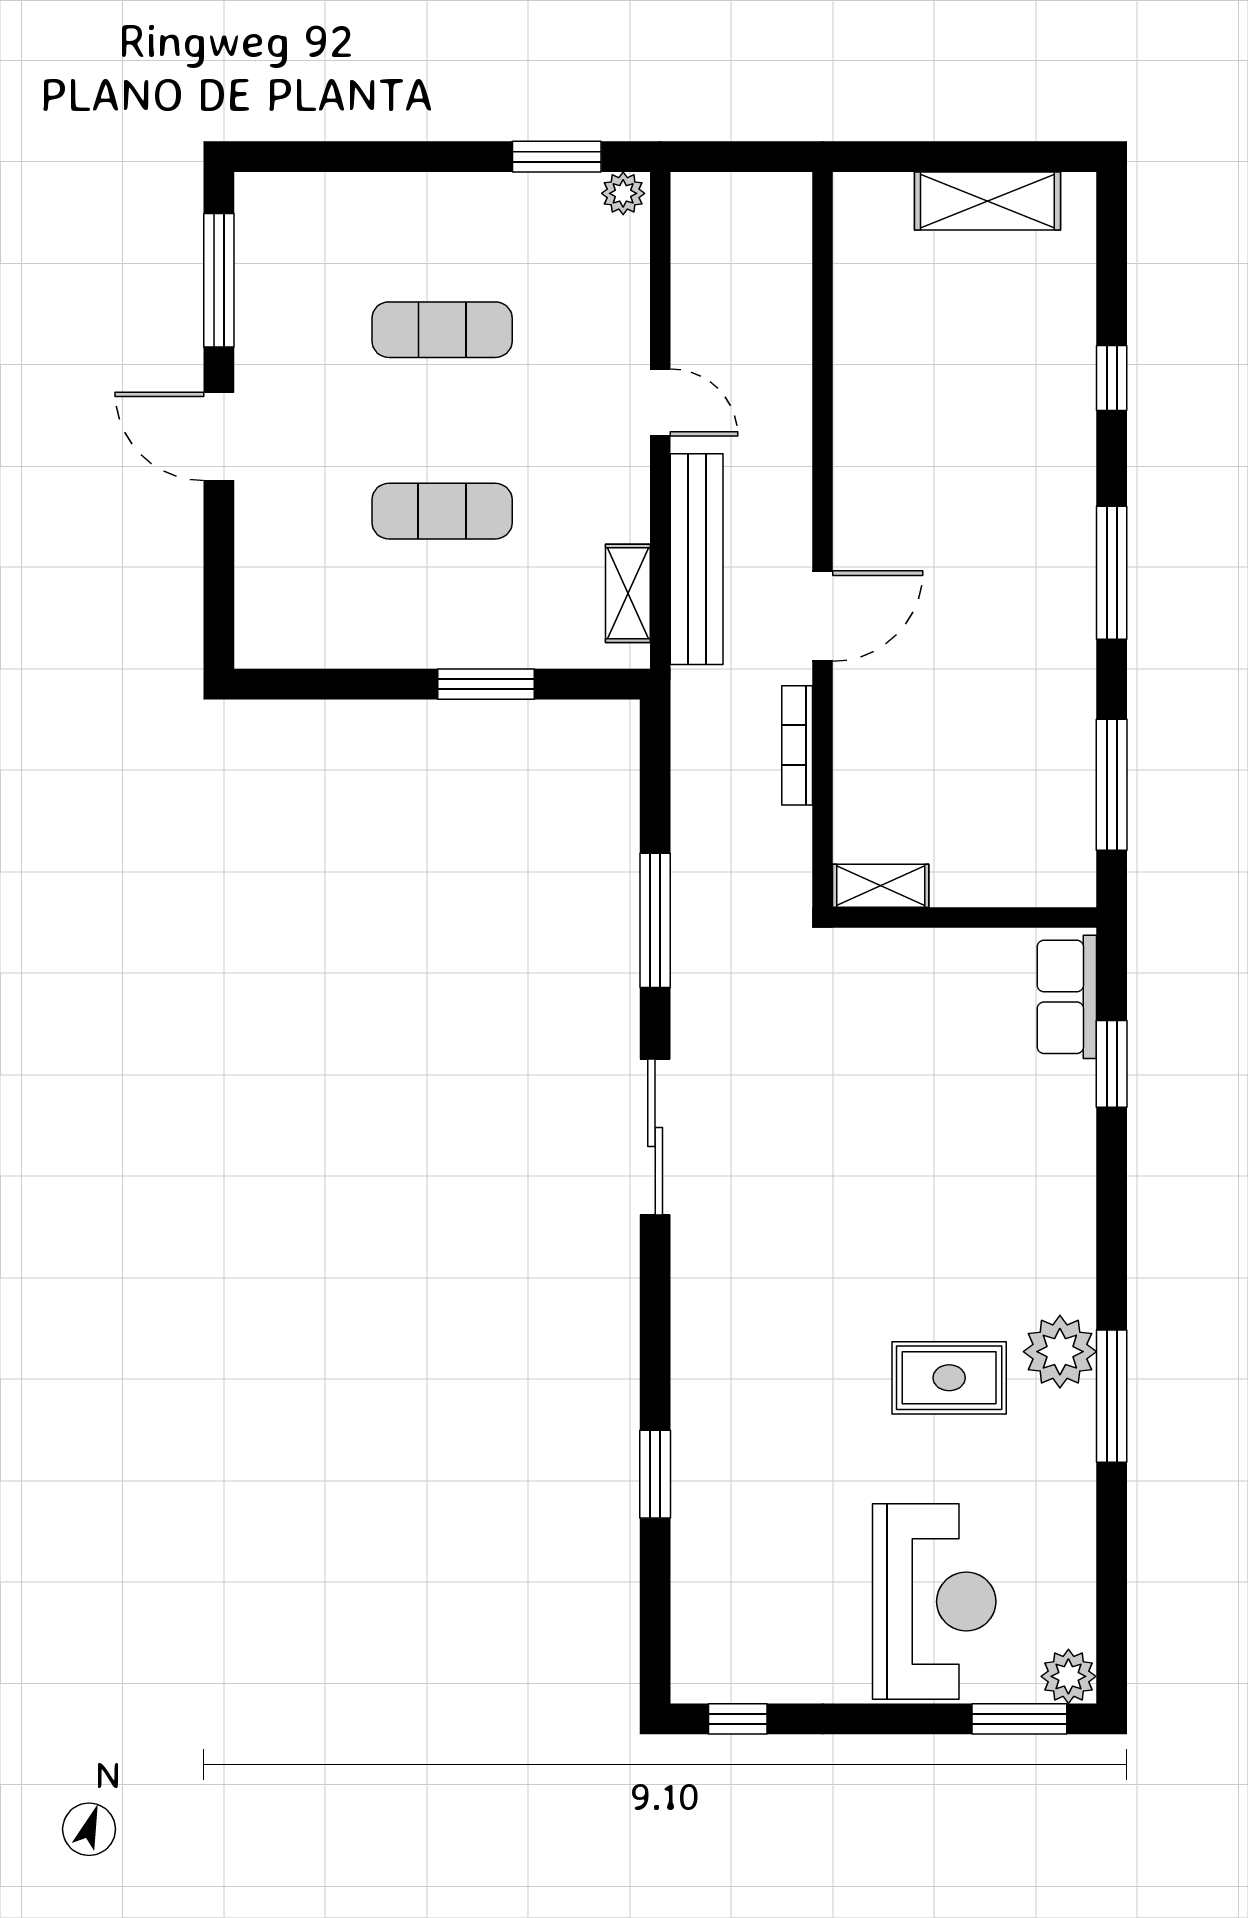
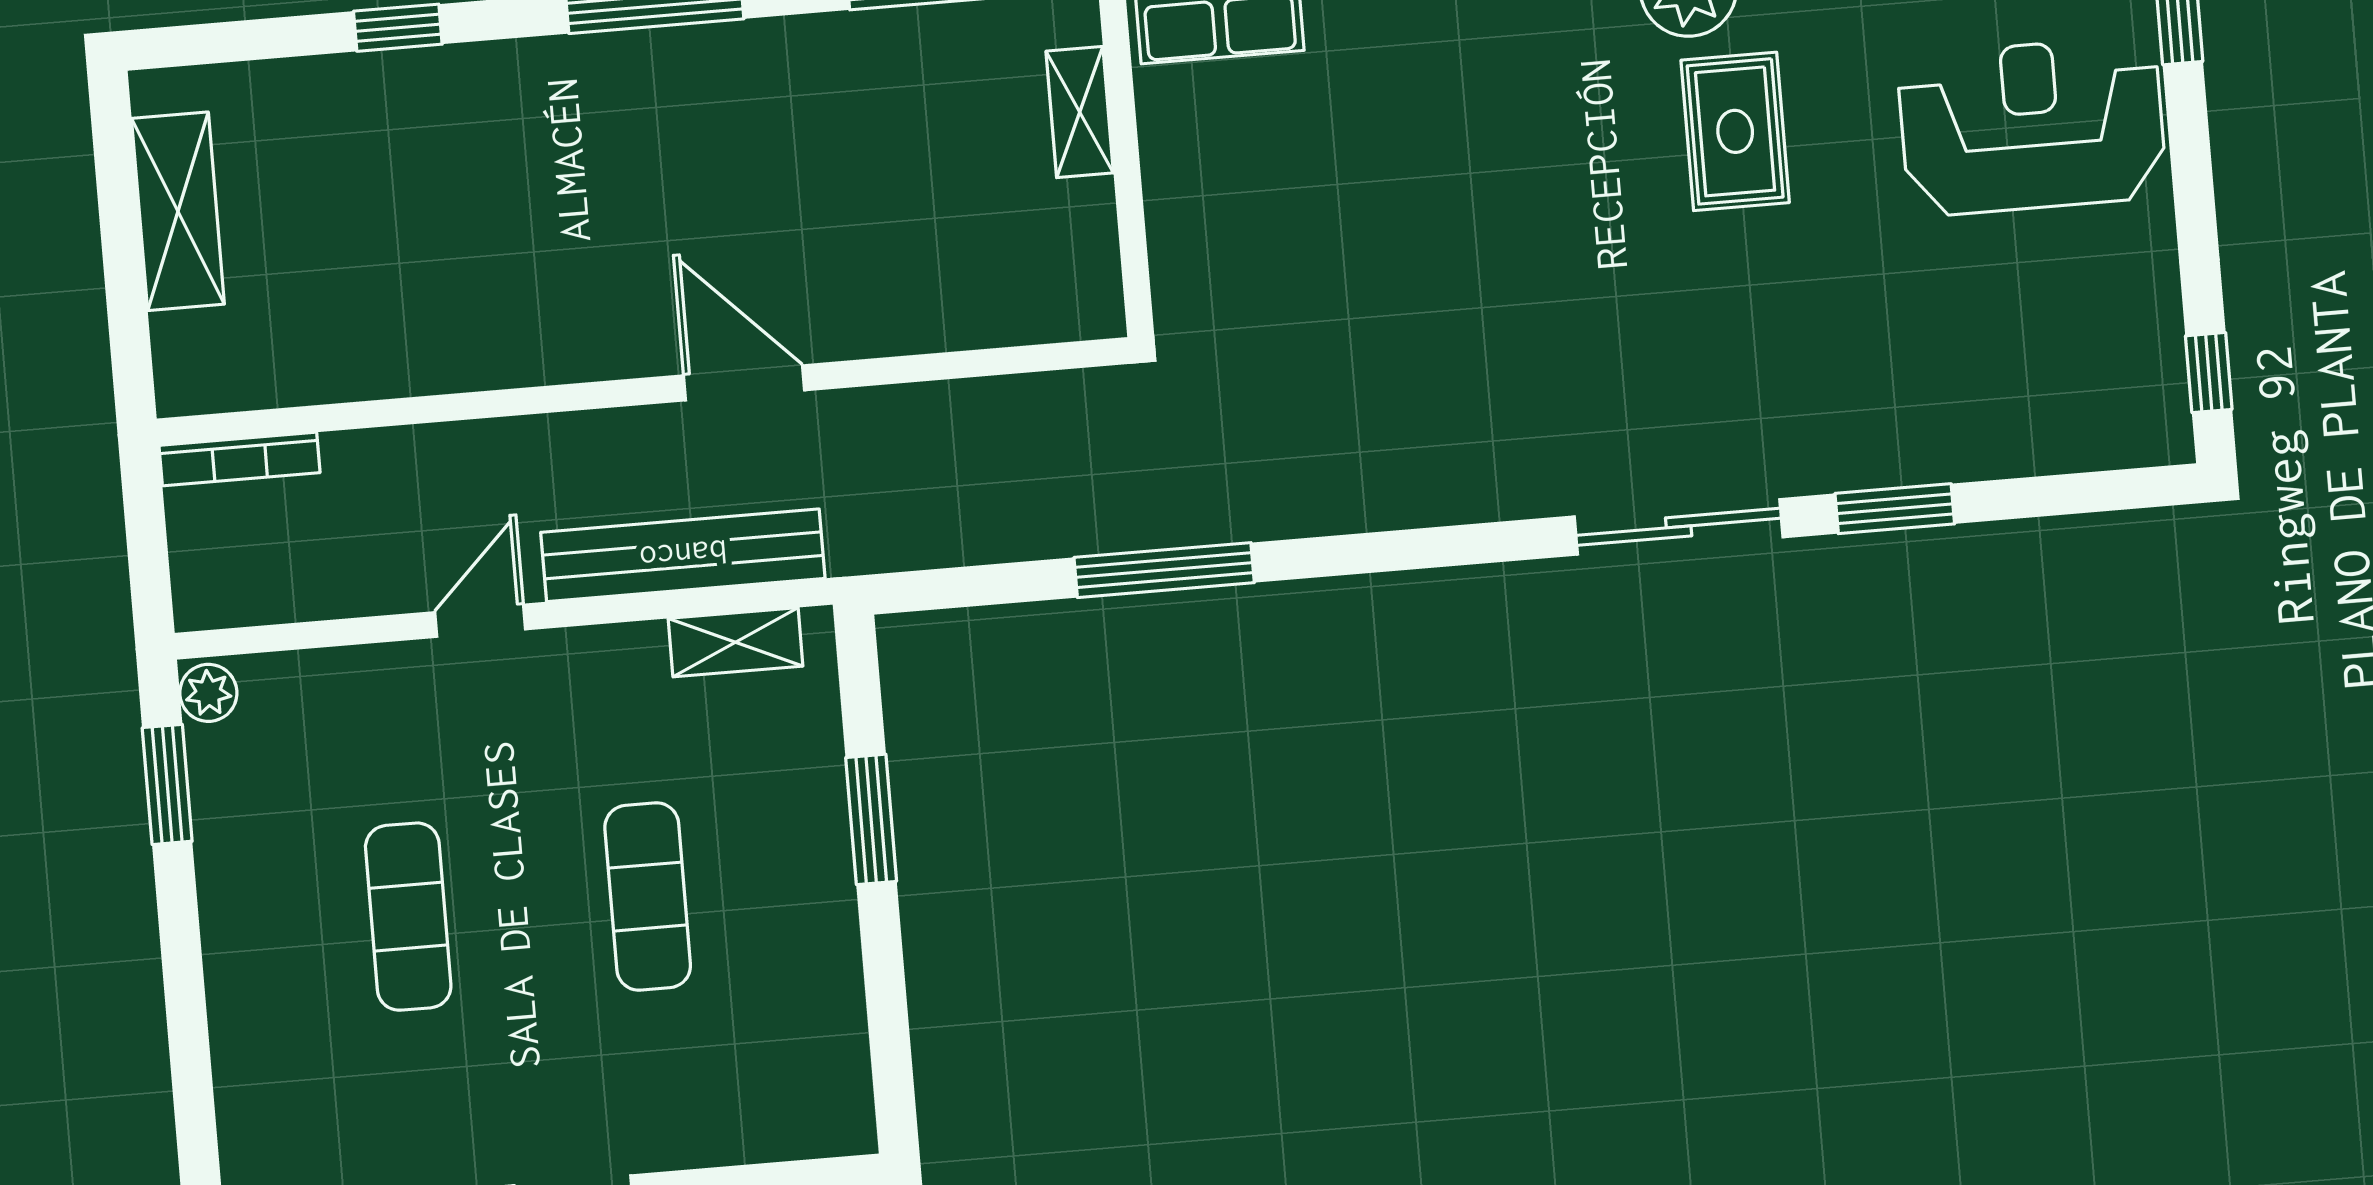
bookcase: (797, 745) -> (239, 459), moved
shelving: (881, 886) -> (1080, 112), moved
sliding door: (655, 1137) -> (1679, 527), moved

